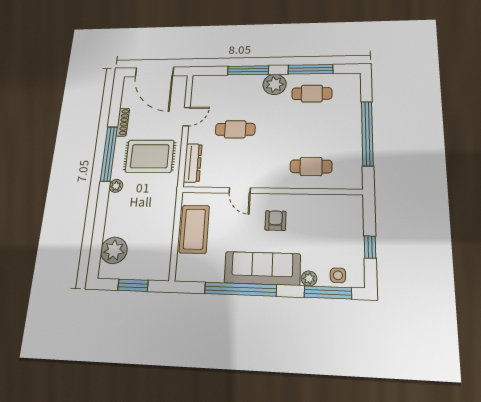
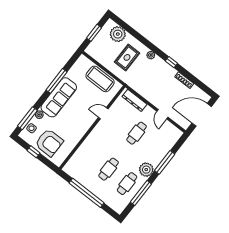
window: (109, 154) -> (171, 62), width x0.32
rug: (150, 156) -> (127, 57), moved, width x0.73, depth x0.70
cafe table: (311, 166) -> (109, 169), moved
armchair: (275, 221) -> (49, 143), moved, width x1.88, depth x1.88
window: (241, 289) -> (56, 81), width x0.68

